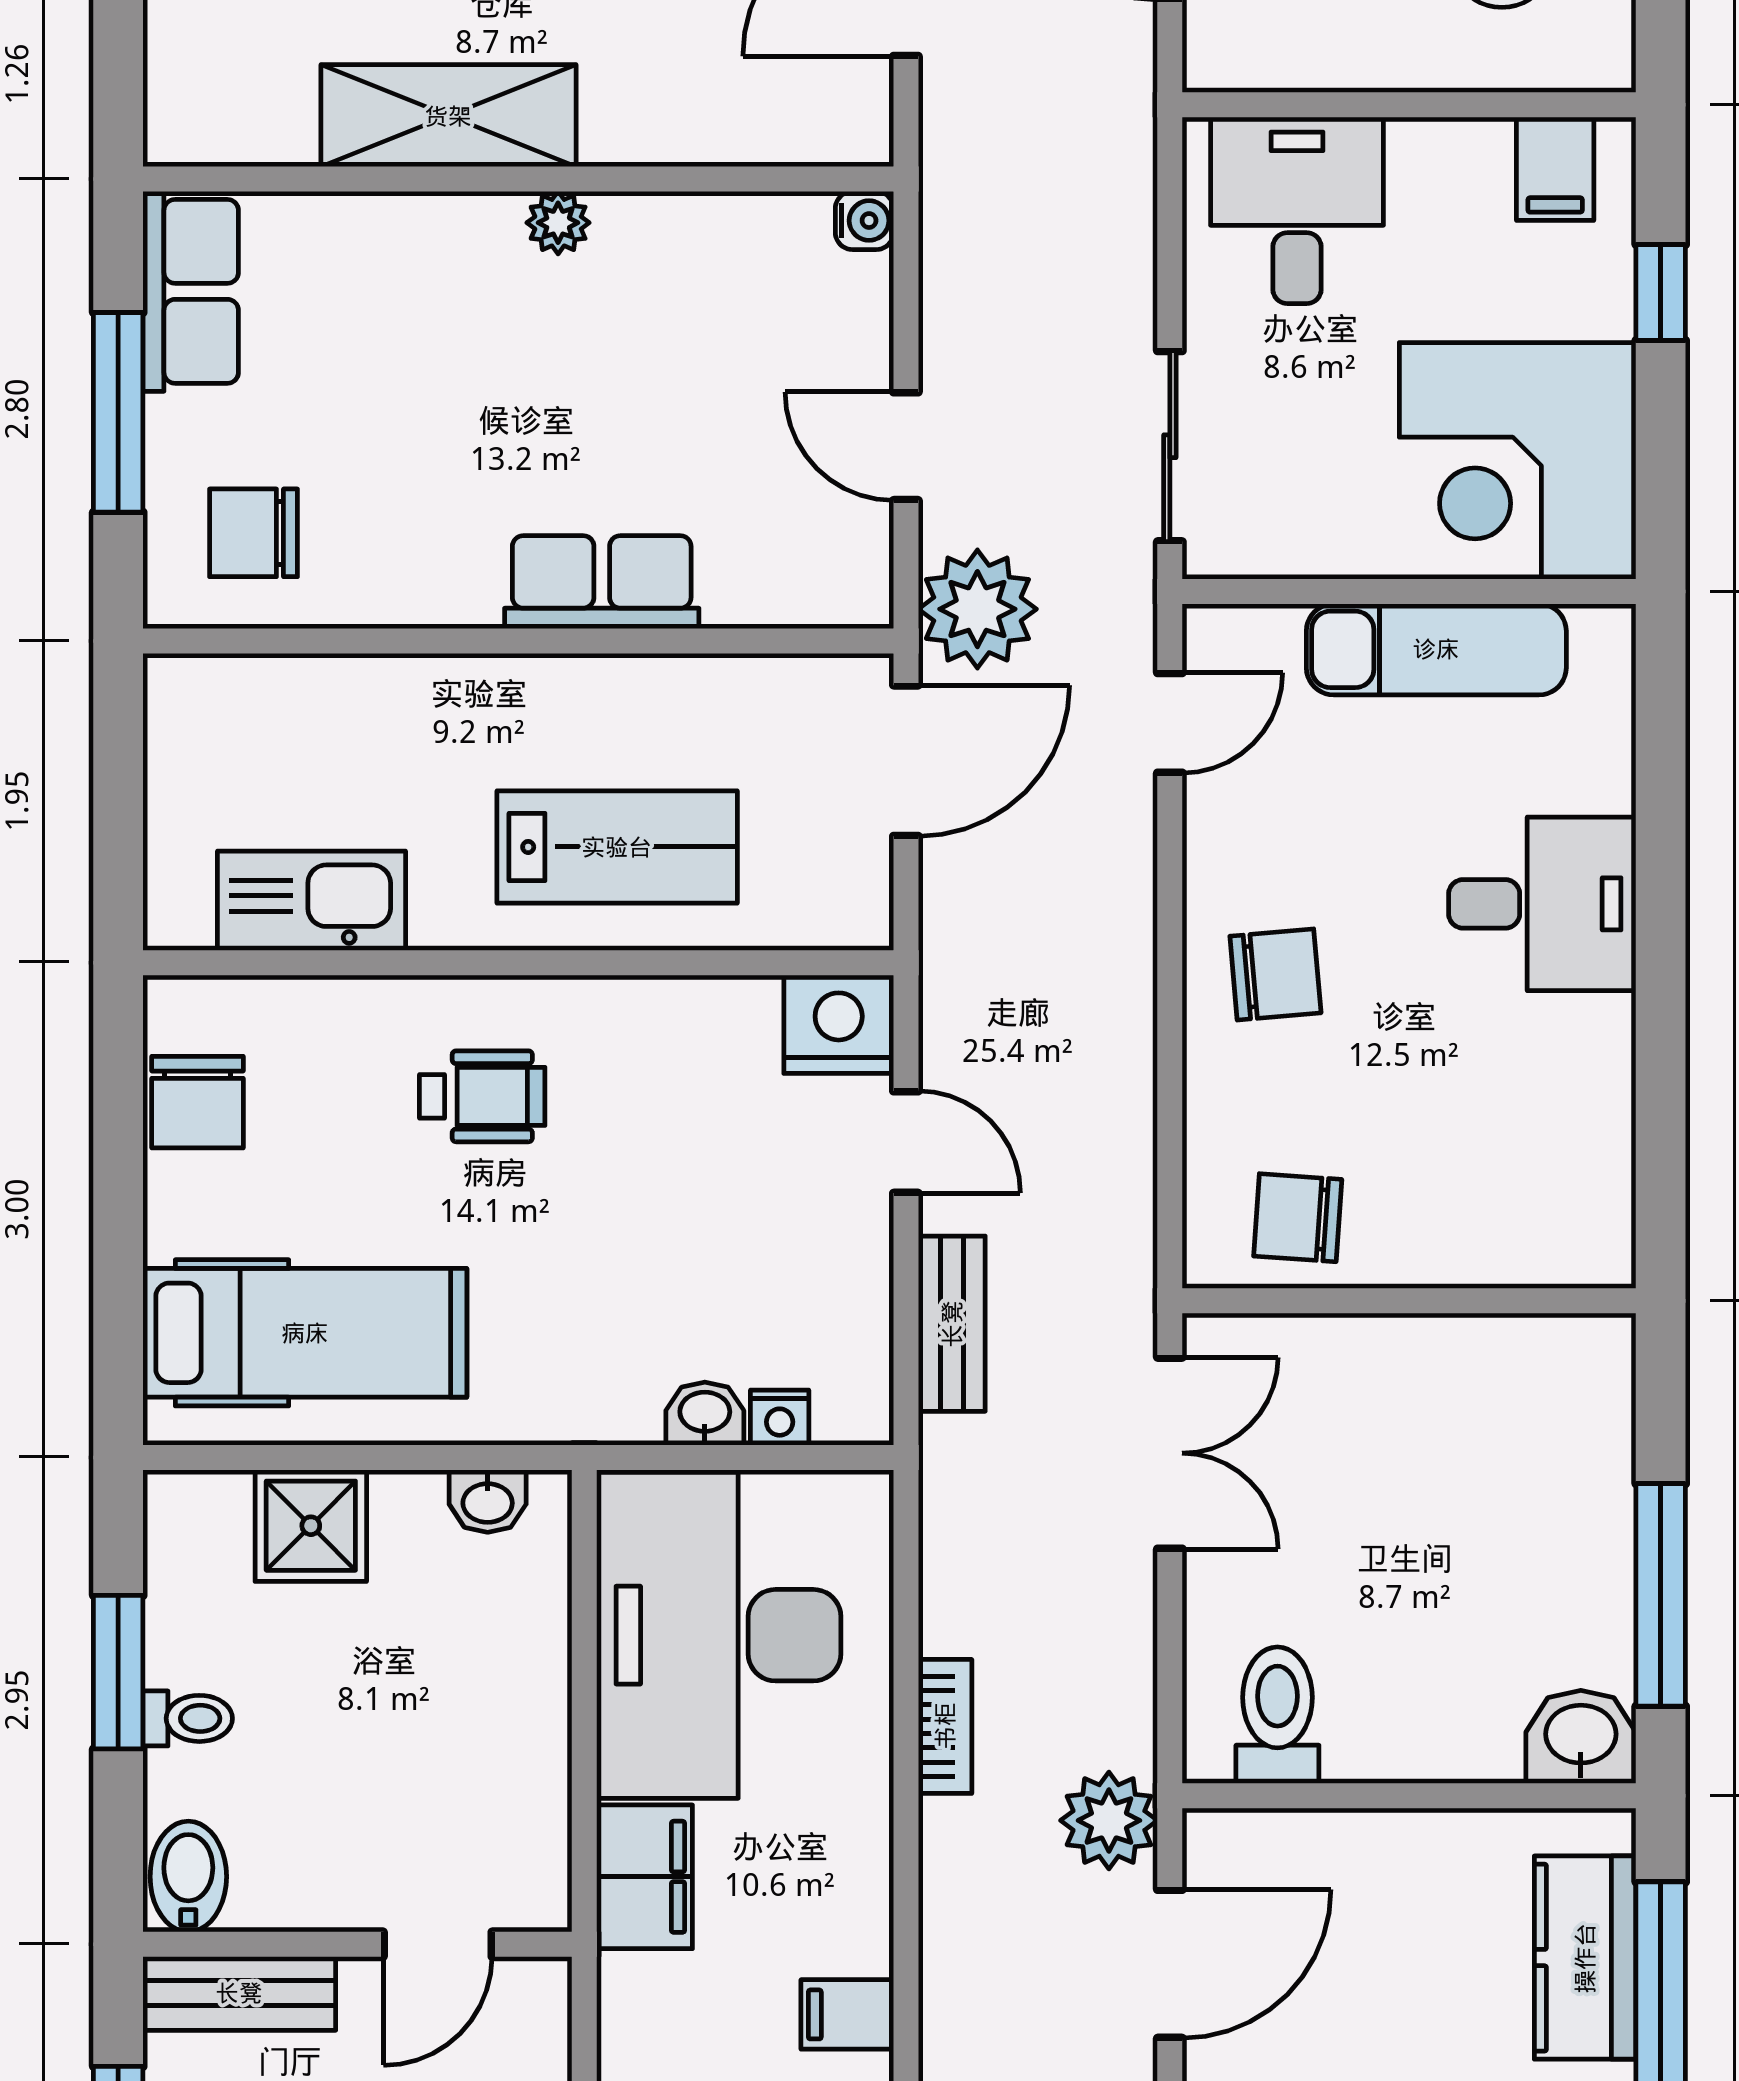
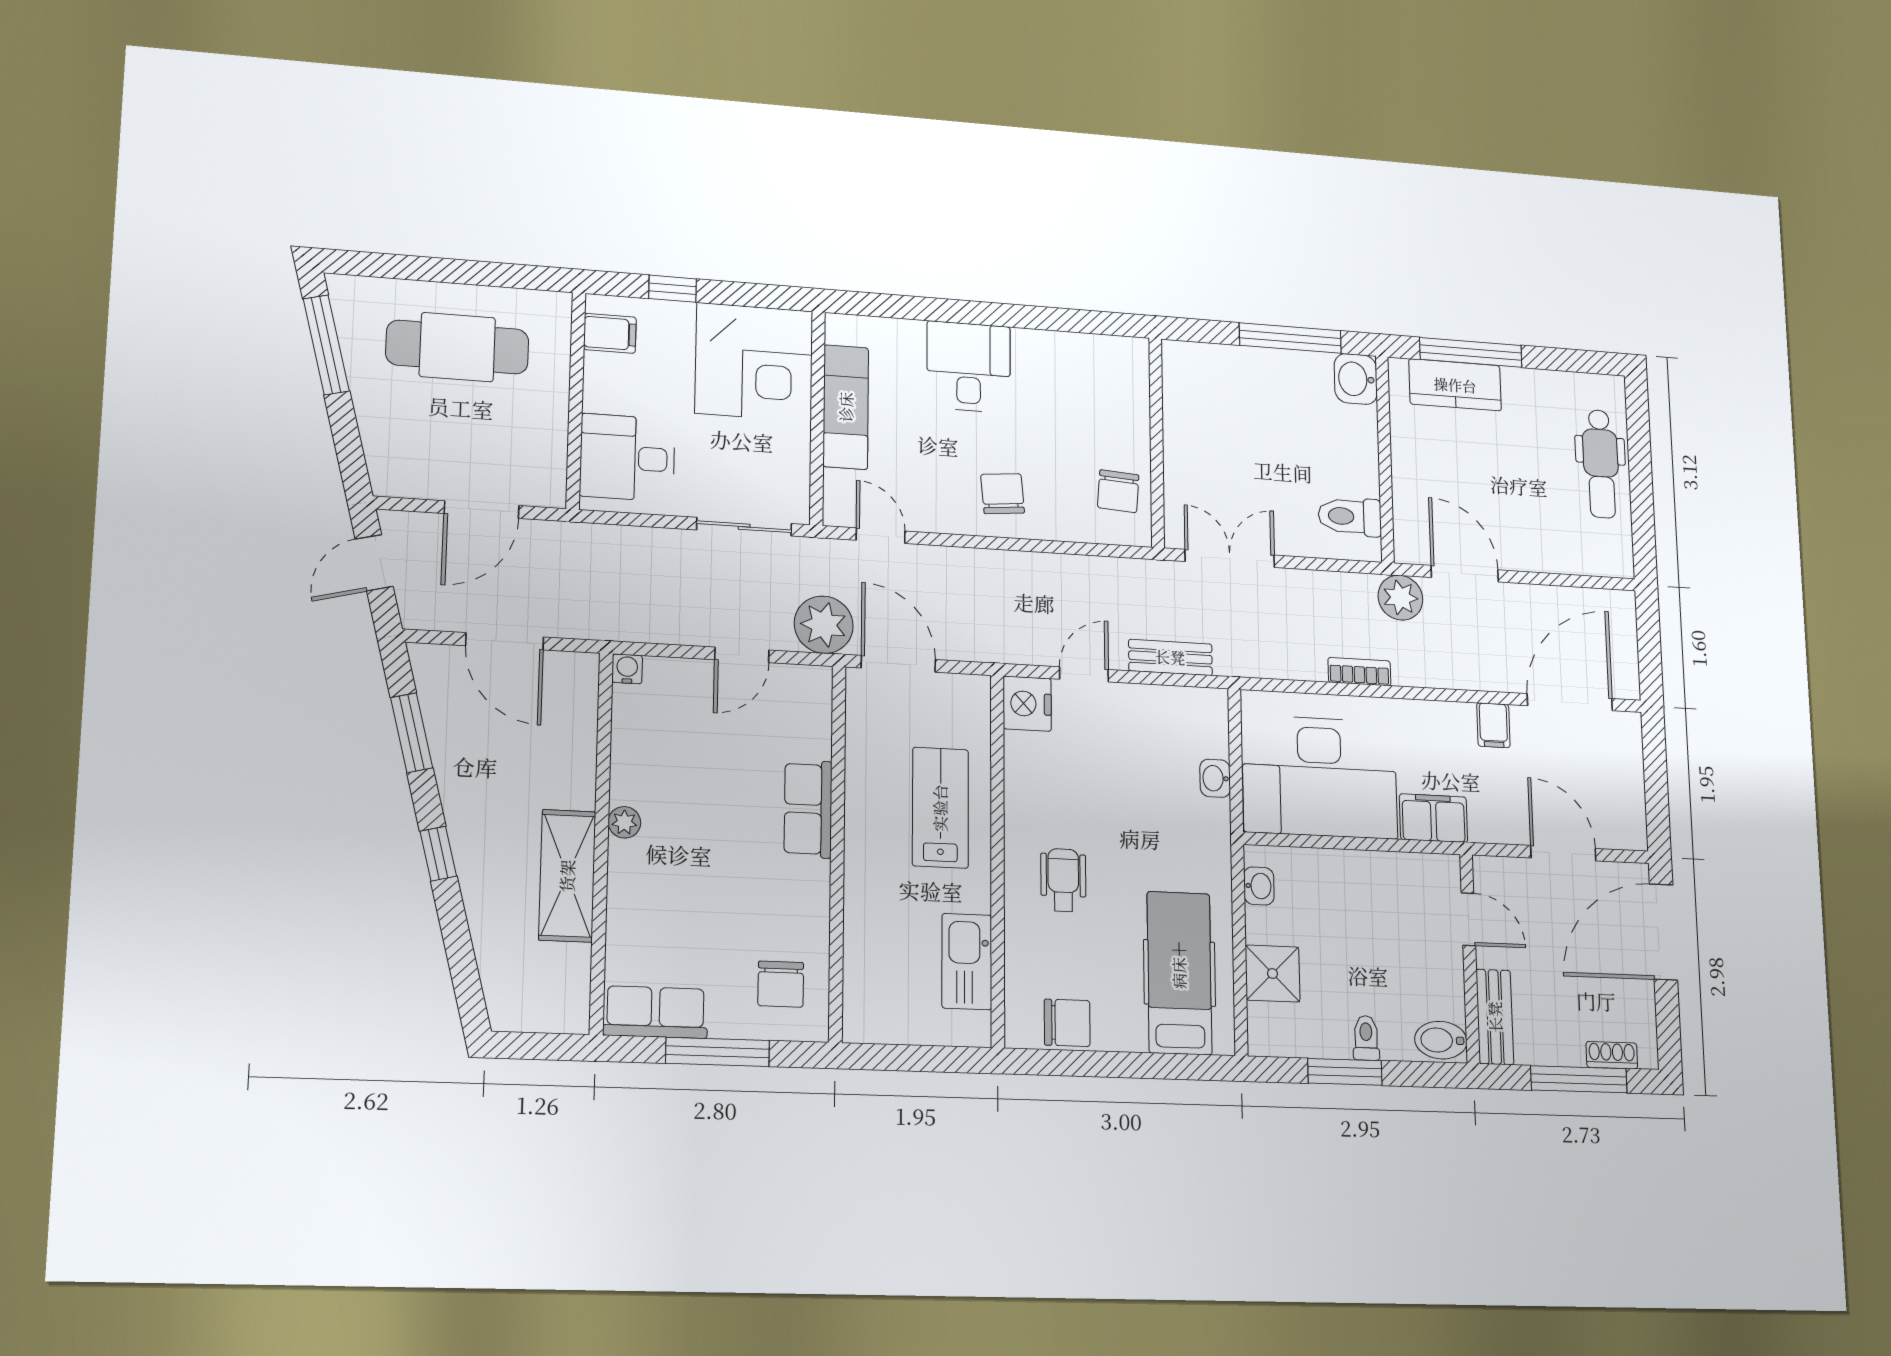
nightstand: (780, 1418) -> (1216, 742), removed

